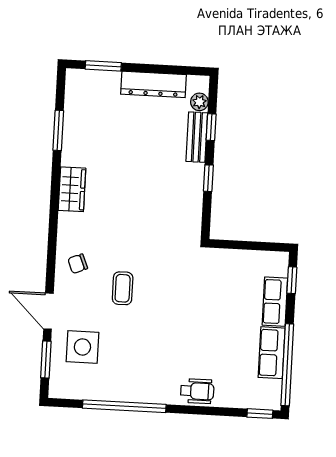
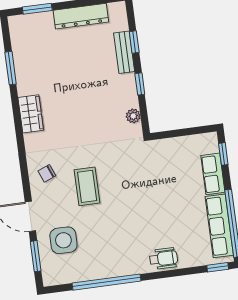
plant: (199, 102) -> (133, 116), moved
coffee table: (123, 288) -> (87, 186), width x1.36, depth x1.30
row of seats: (272, 353) -> (219, 226), width x1.48

